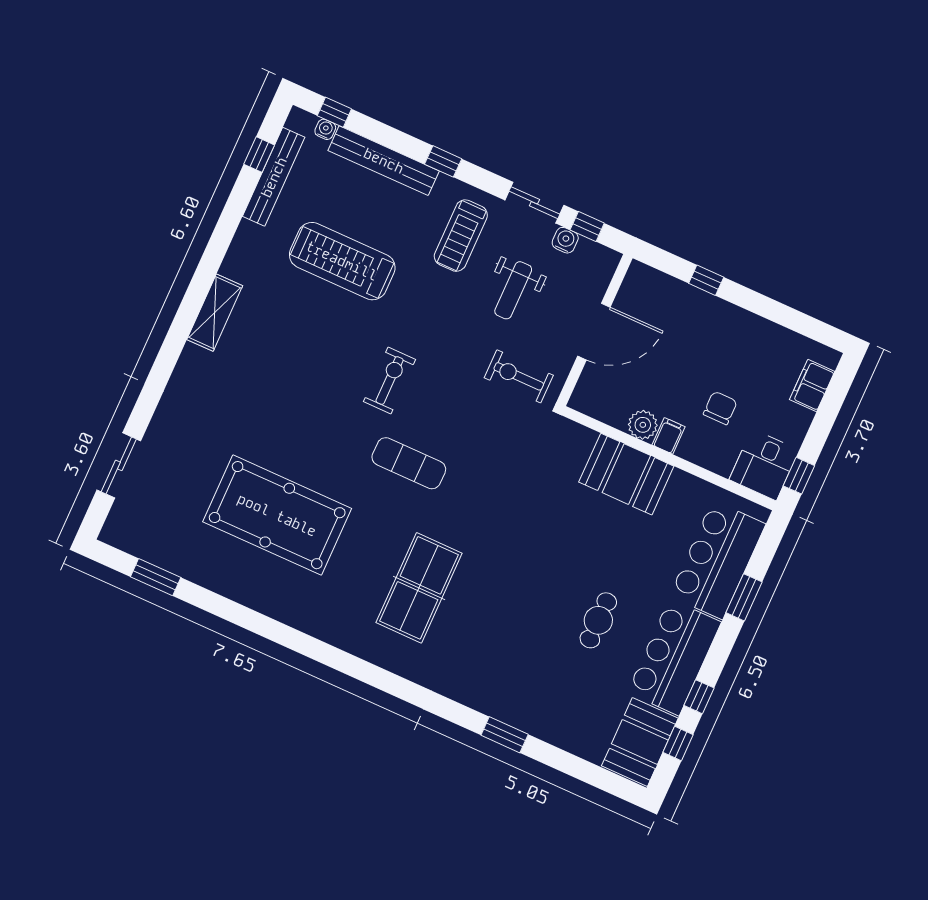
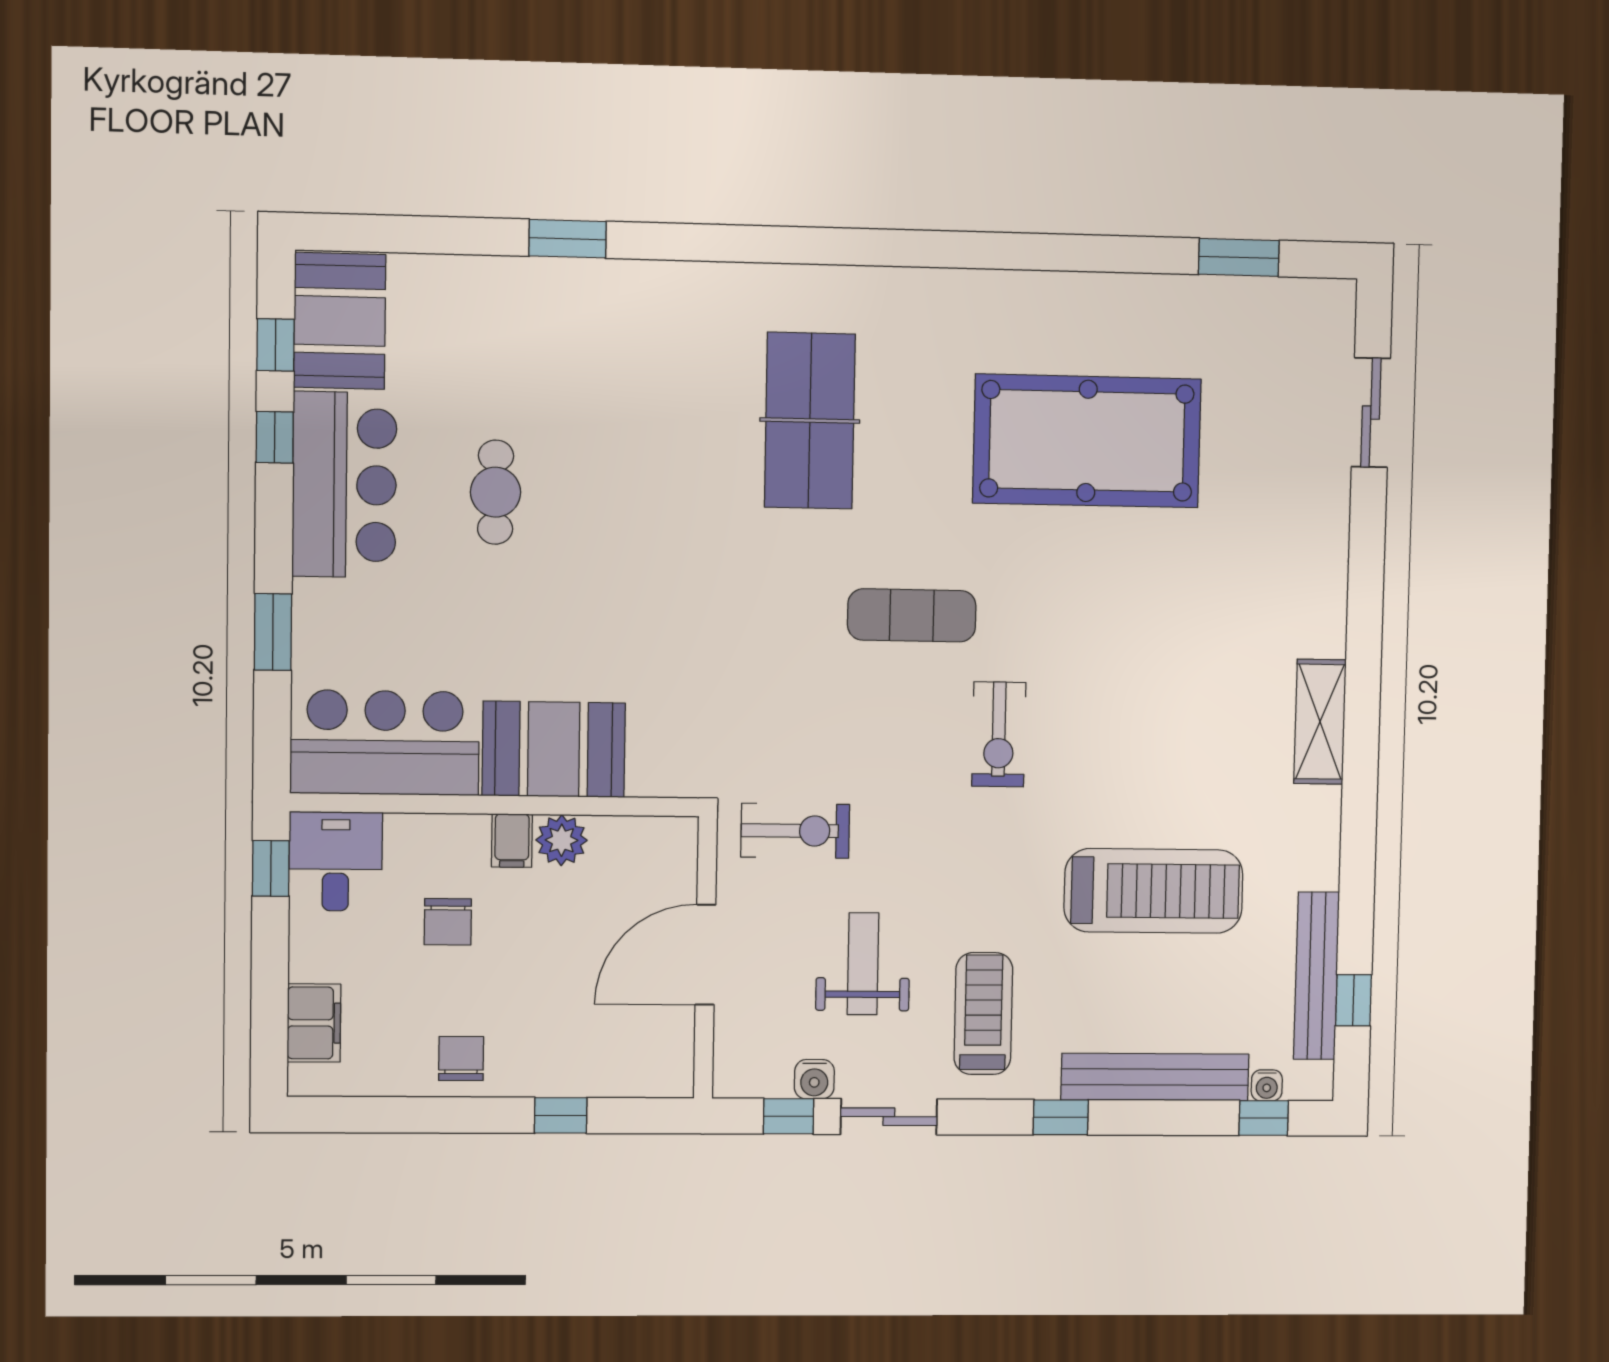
chair: (745, 333) -> (461, 1059), added
bar counter: (718, 560) -> (385, 743), moved, turned -90

